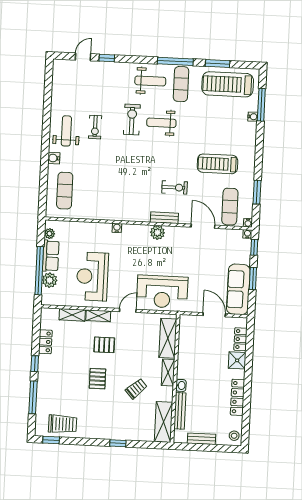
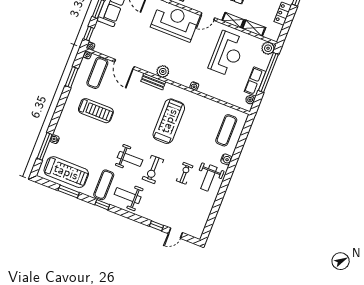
window: (175, 61) -> (102, 205), width x0.46
treadmill: (132, 179) -> (169, 121), added
exercise bike: (175, 187) -> (137, 103), removed
plant: (50, 280) -> (268, 48), moved

